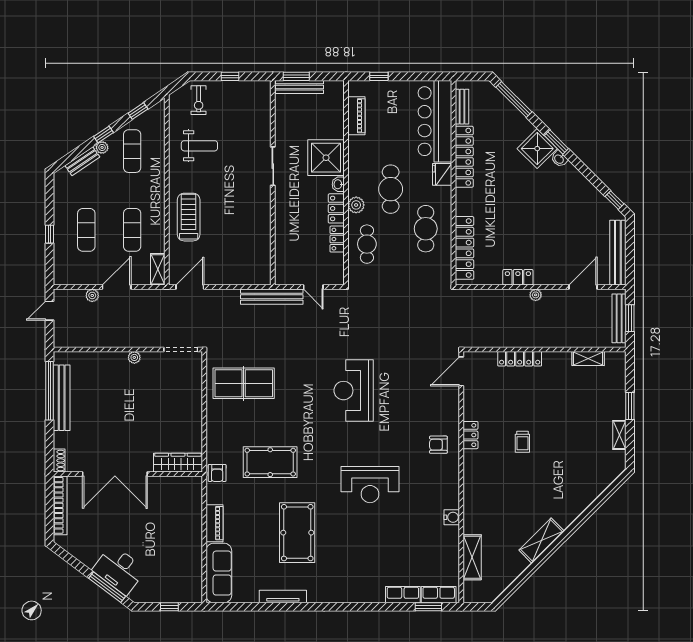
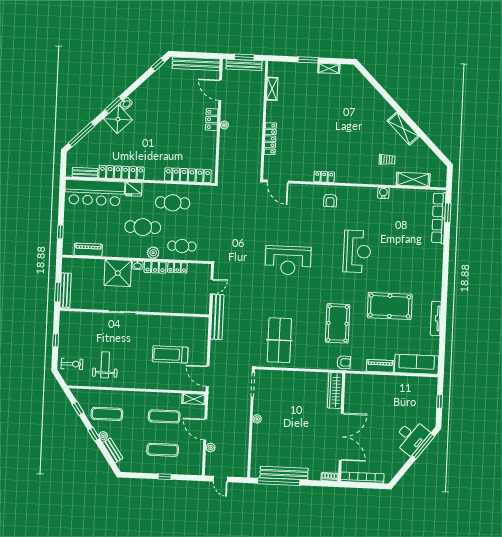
treadmill: (189, 217) -> (170, 354), moved
locker: (518, 277) -> (212, 120), moved
trolley: (522, 442) -> (387, 160), moved

